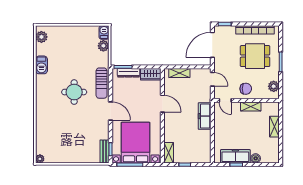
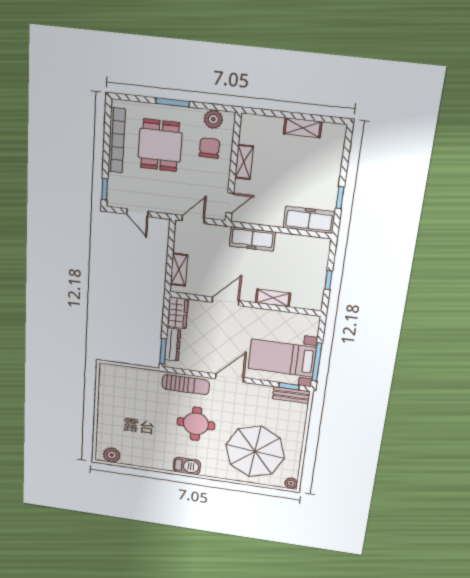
barbecue: (104, 32) -> (109, 371), removed
door: (212, 45) -> (137, 213), width x0.53
plant: (103, 46) -> (129, 374), removed
barbecue: (41, 65) -> (187, 466), moved
chair: (246, 89) -> (209, 148), moved
shelving: (274, 127) -> (303, 128), moved
parasol: (60, 133) -> (255, 451), added
bed with nightstands: (136, 143) -> (282, 358), width x0.73
shelving: (169, 153) -> (273, 298), moved
freezer: (235, 156) -> (309, 220), moved, turned 90
boiler: (256, 158) -> (334, 164), removed

